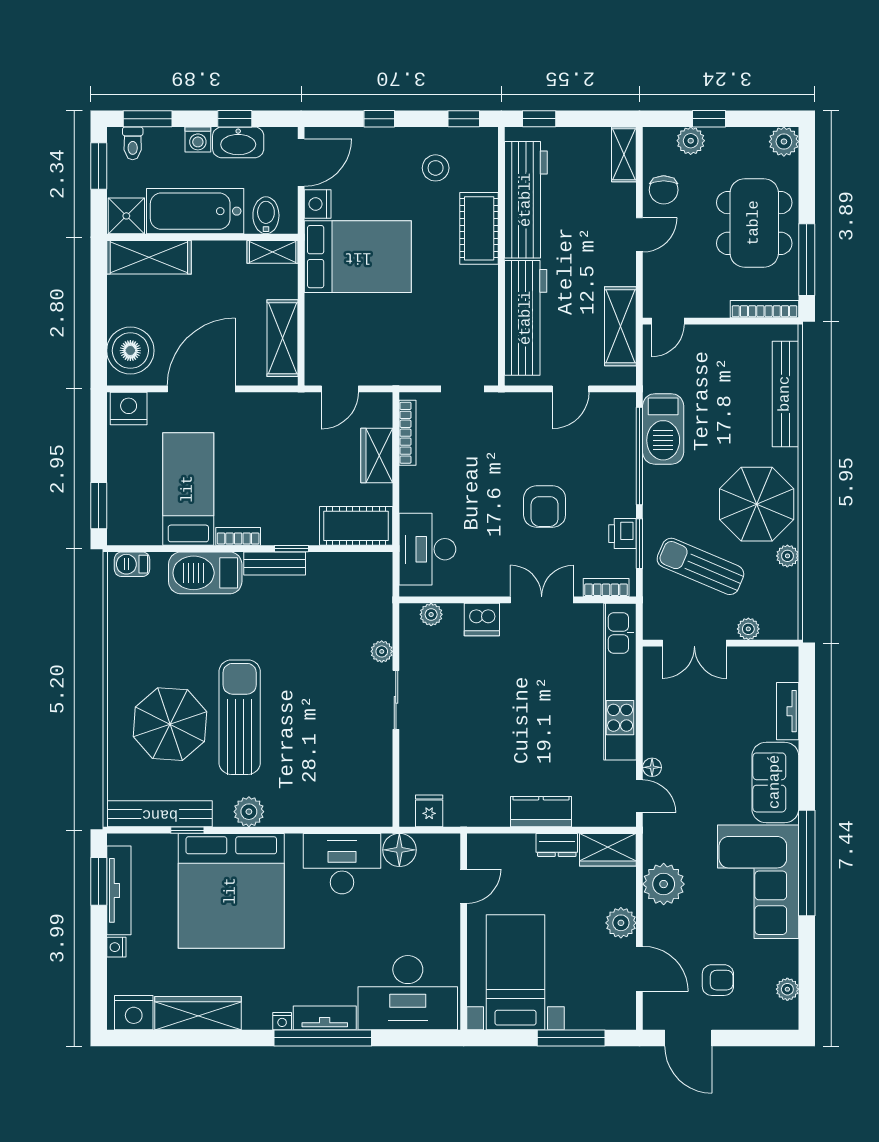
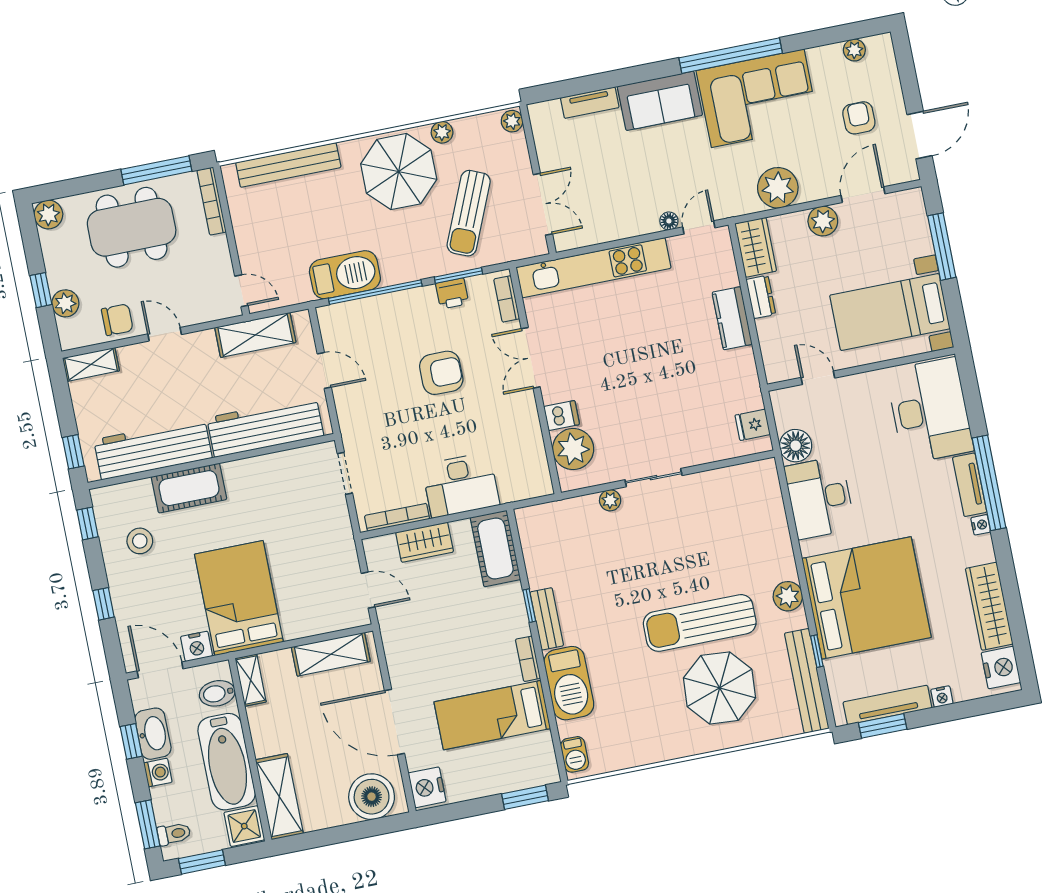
desk: (427, 549) -> (461, 485), moved
plant: (431, 614) -> (573, 449), width x1.88, depth x1.88
dishwasher: (482, 620) -> (562, 416), width x0.73
plant: (748, 629) -> (512, 121), moved

